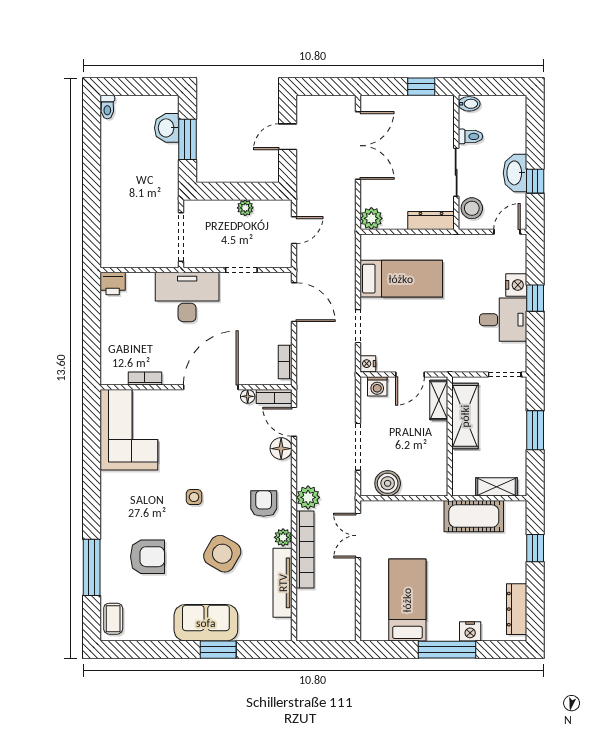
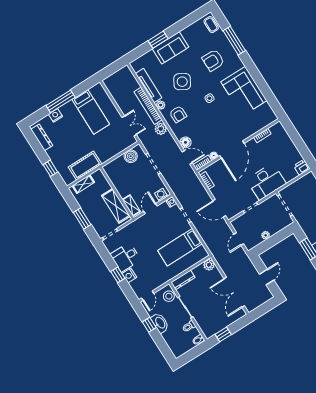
corner sofa: (129, 430) -> (244, 91), moved

